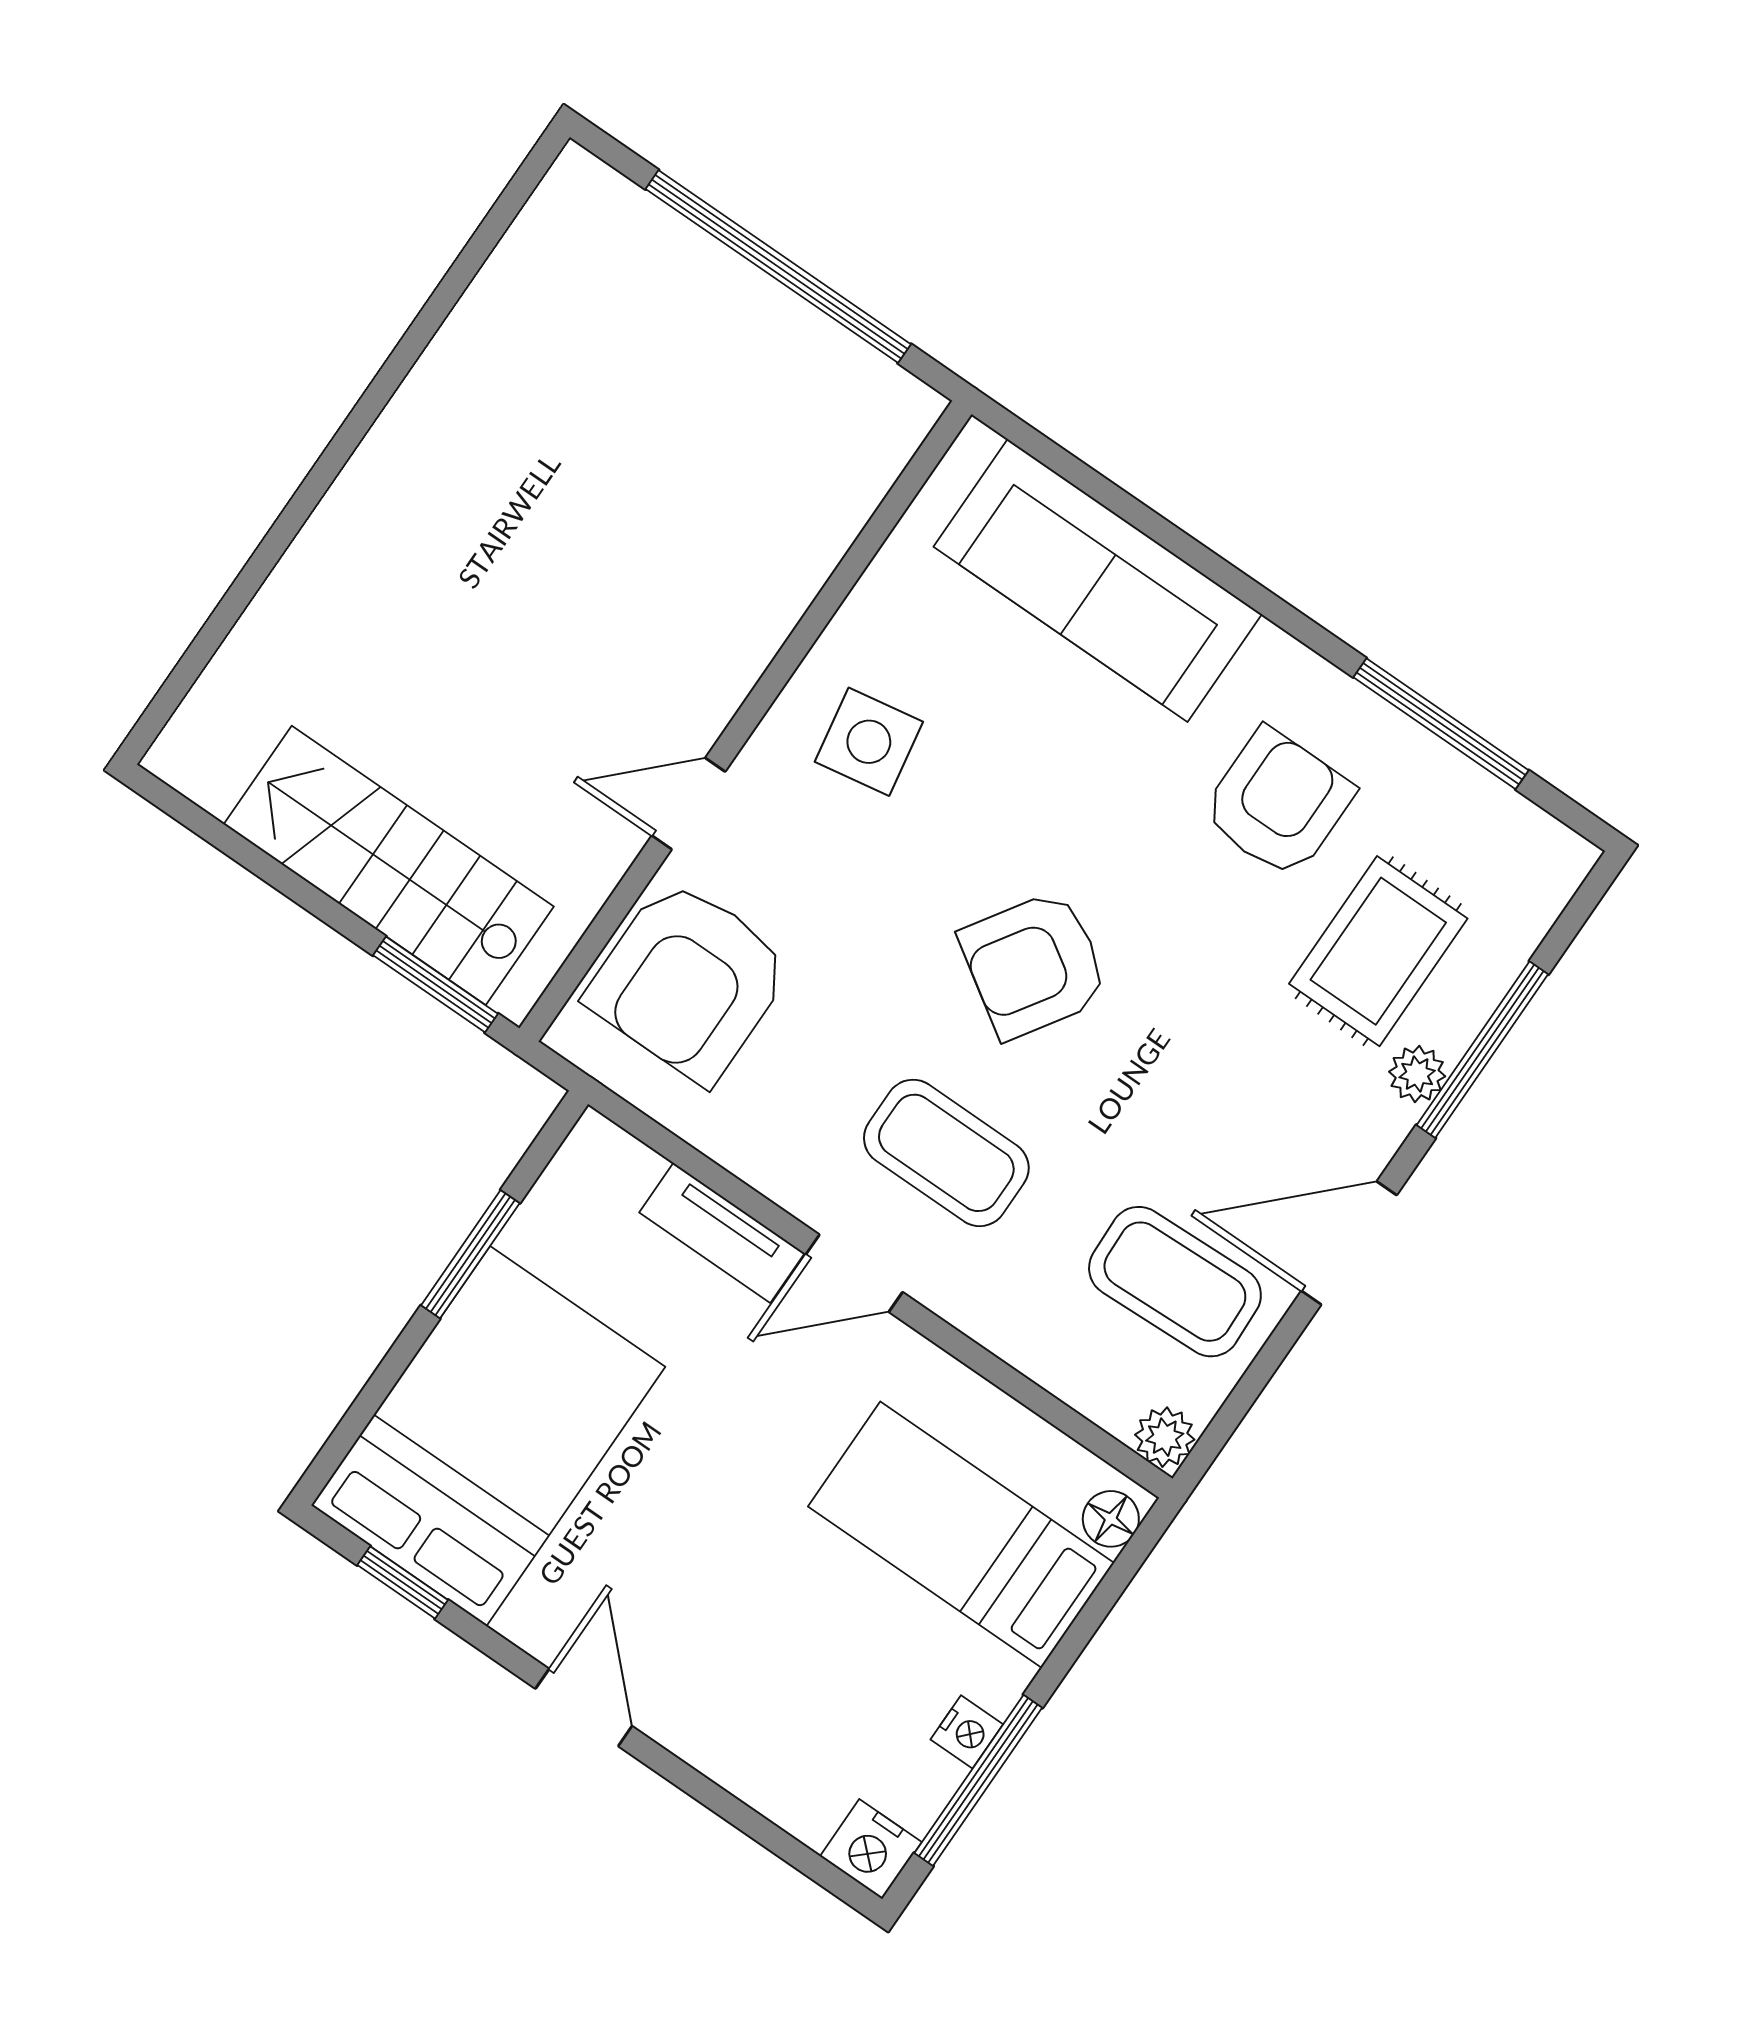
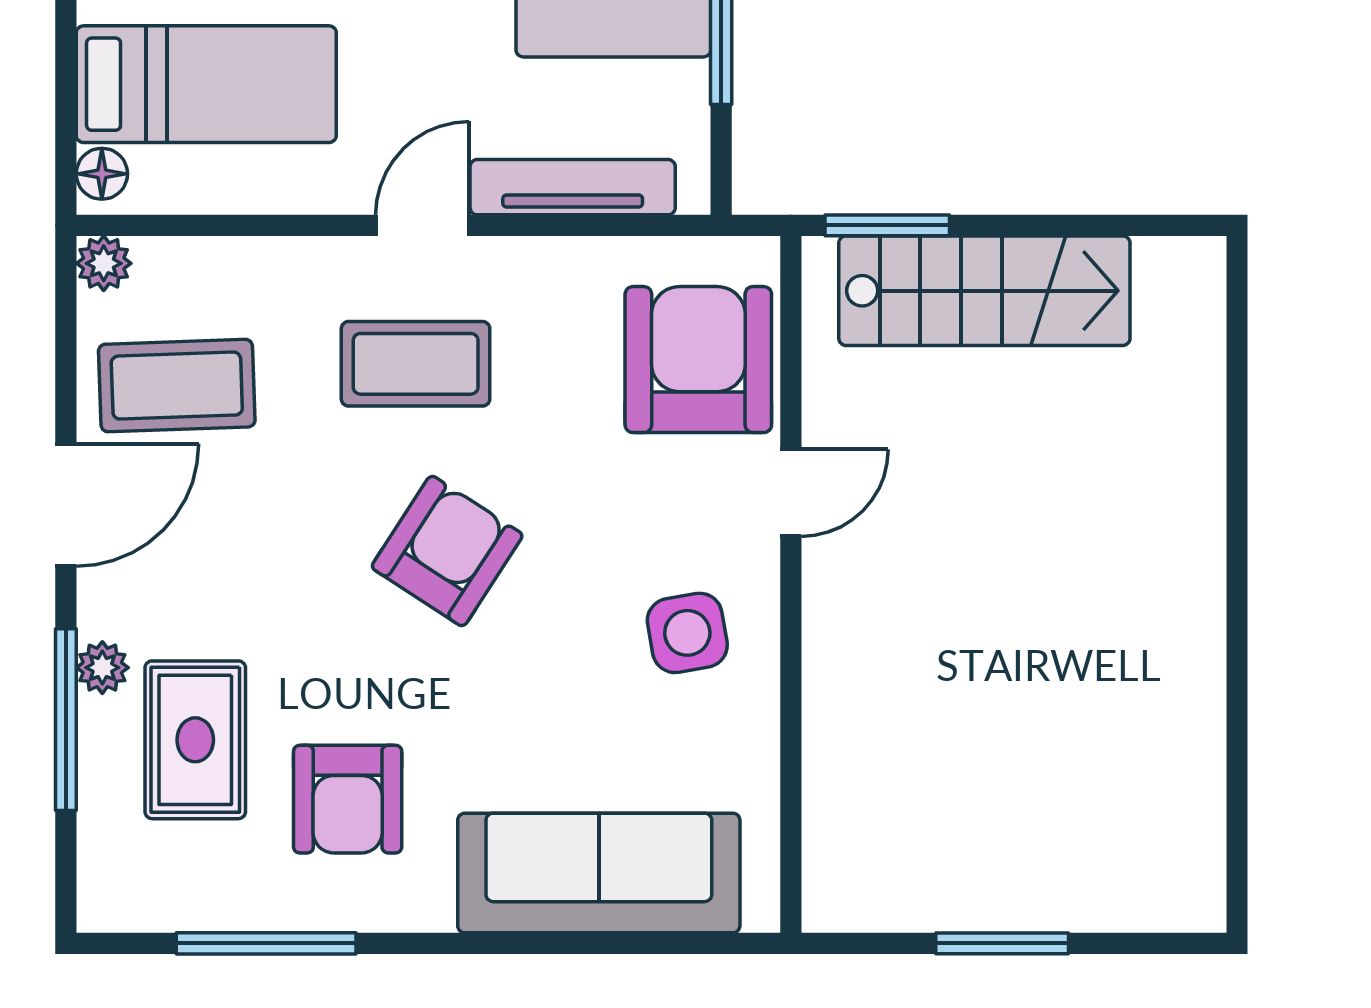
window: (778, 267) -> (1002, 943), width x0.47
tv unit: (722, 1233) -> (573, 187), width x1.41

